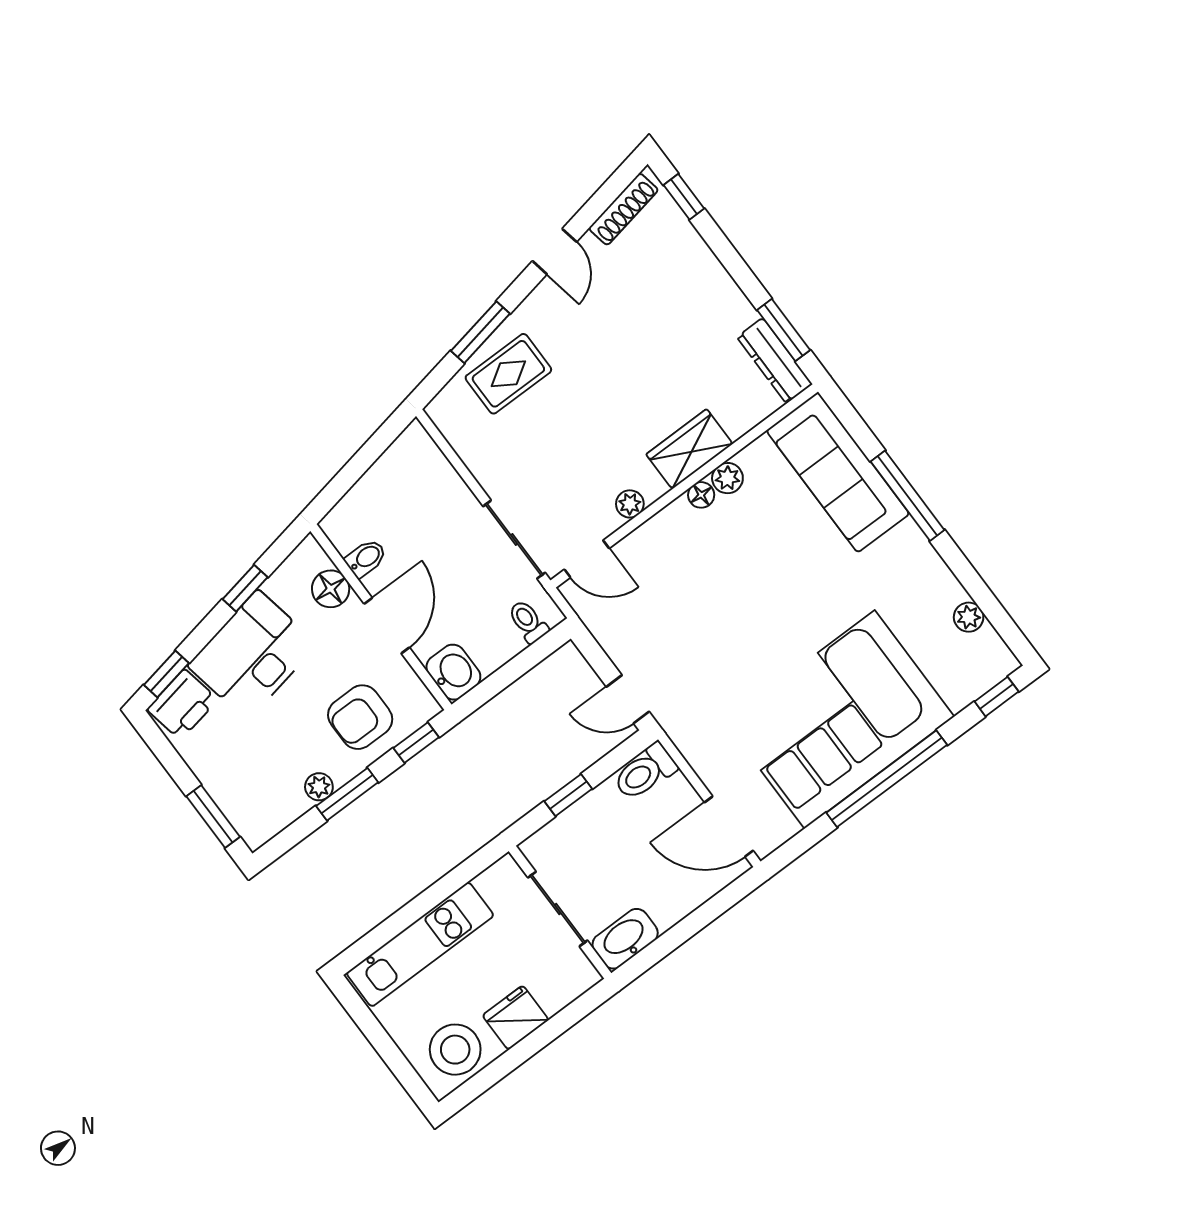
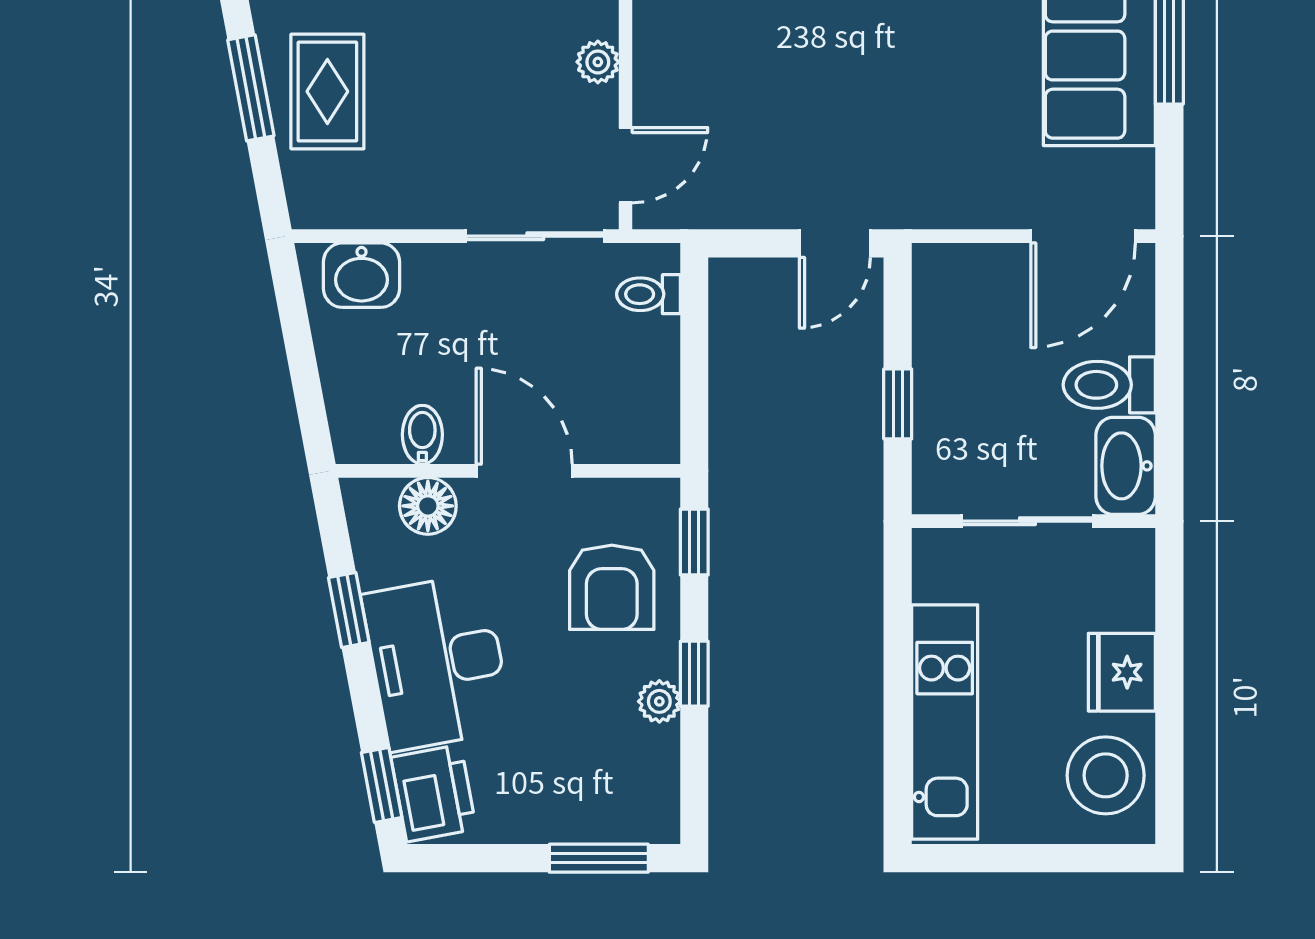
washbasin: (453, 672) -> (362, 275), moved, turned 180
toilet: (645, 772) -> (1109, 385), moved, turned 90
window: (347, 794) -> (694, 674), width x0.67

